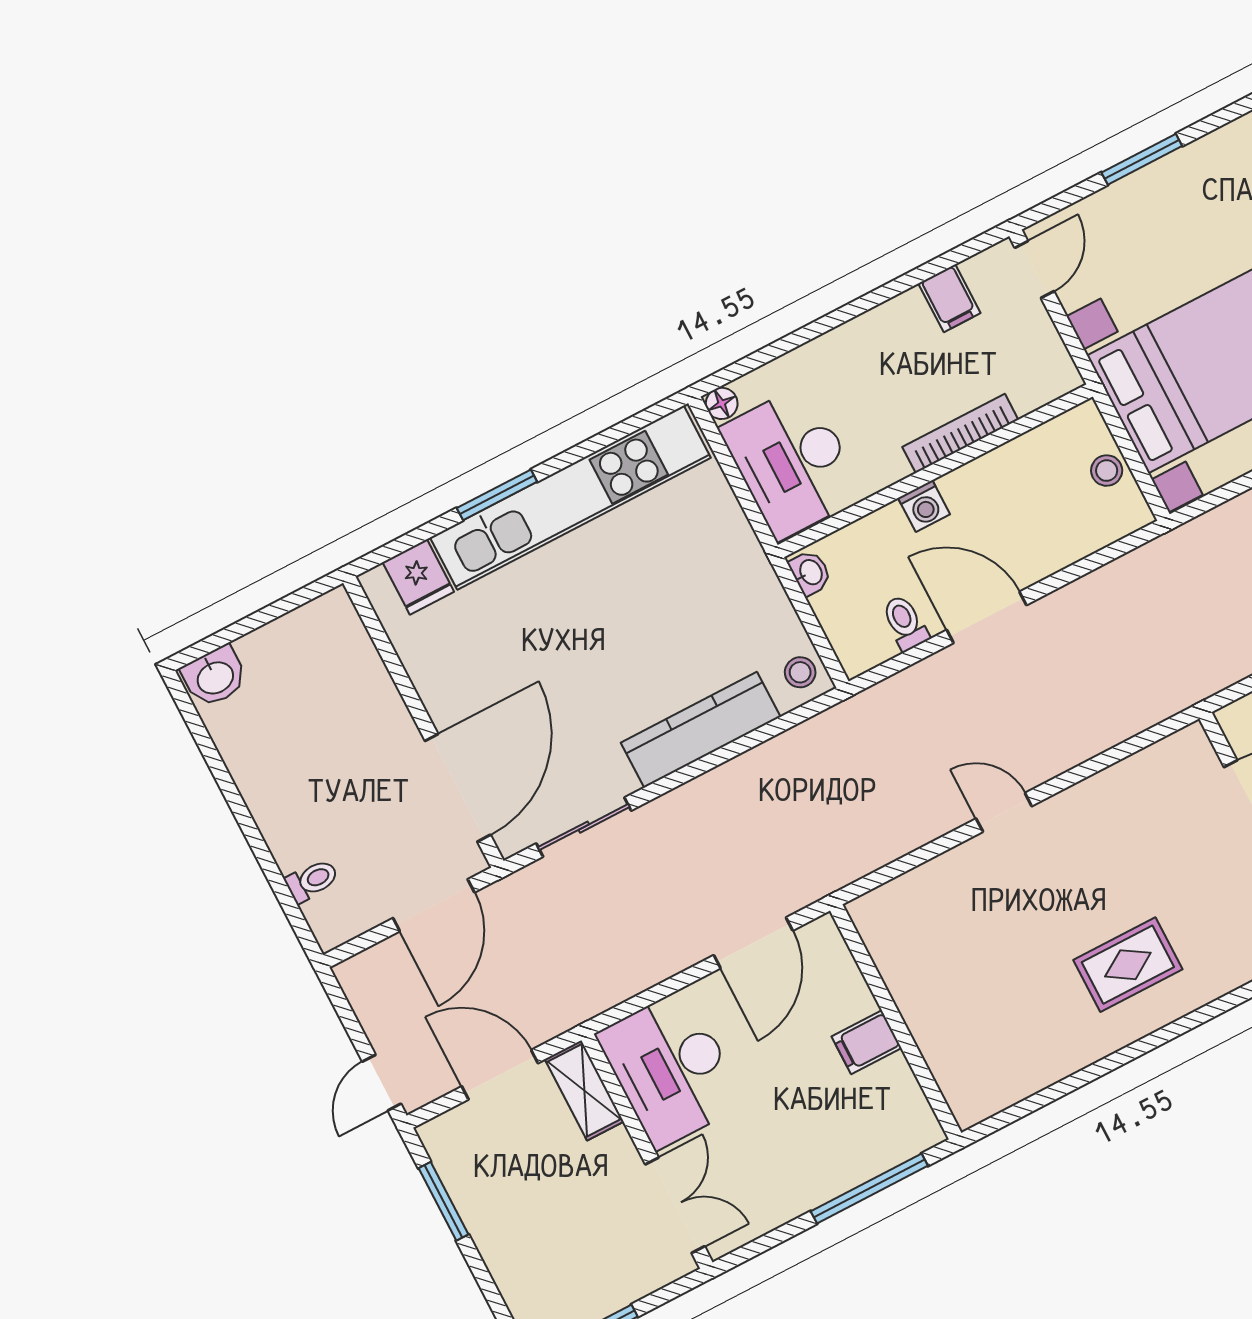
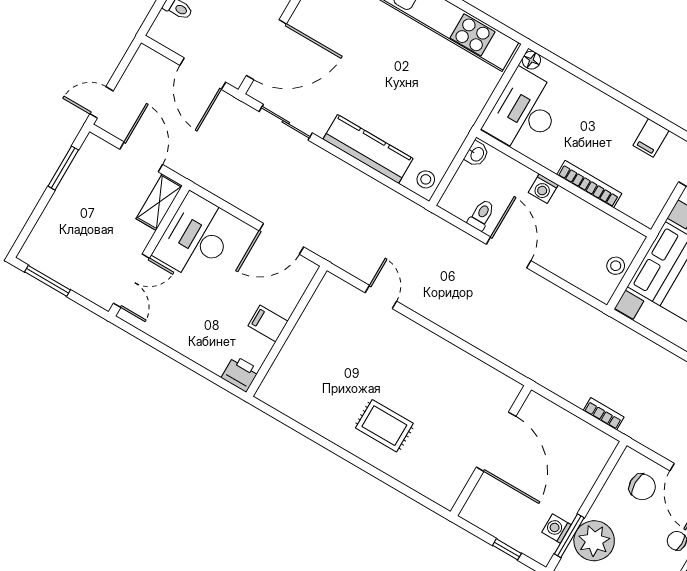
door: (1004, 812) -> (381, 297), moved
door: (434, 905) -> (203, 74), hinge flipped
printer: (915, 1130) -> (240, 374), added
window: (869, 1188) -> (198, 369), removed

